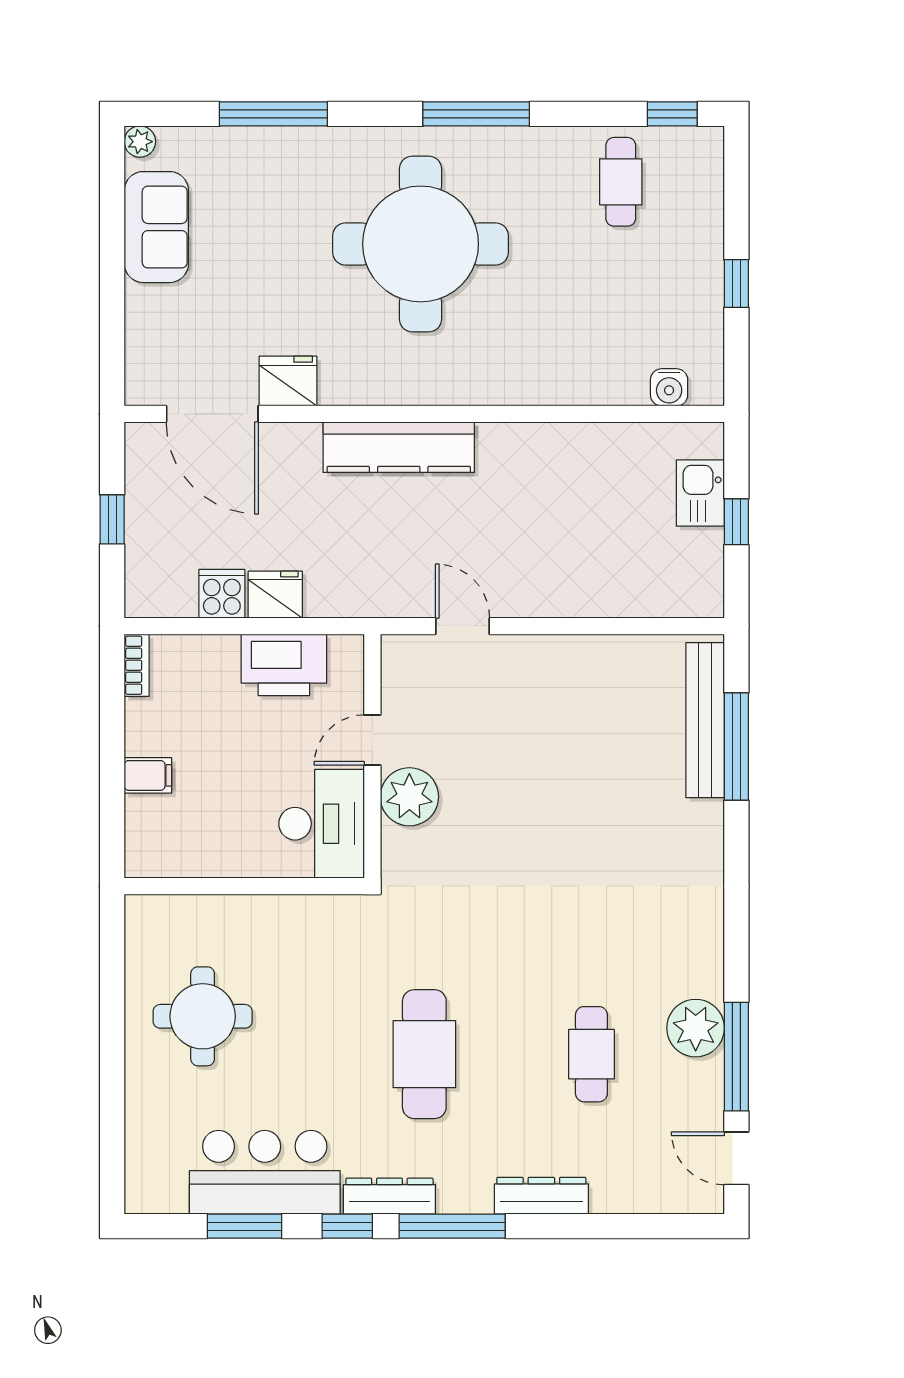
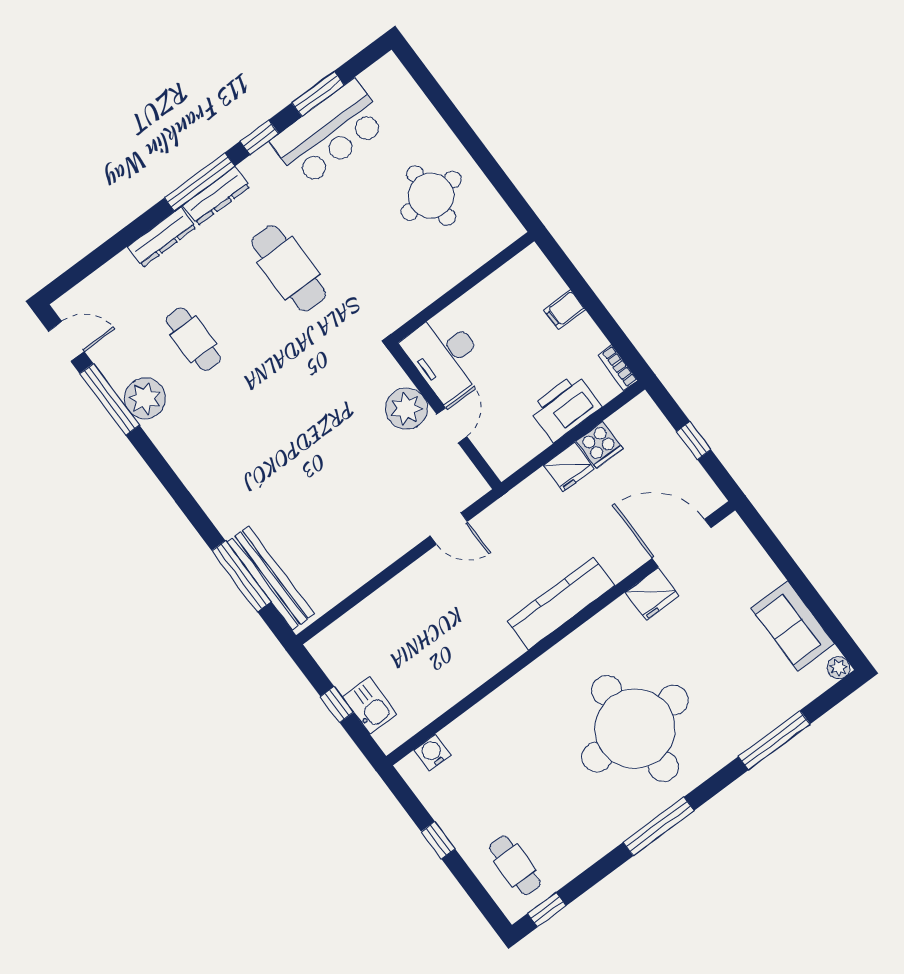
cafe table: (621, 182) -> (515, 865), moved
printer: (284, 665) -> (565, 408), moved
dresser: (389, 1196) -> (216, 196), moved

